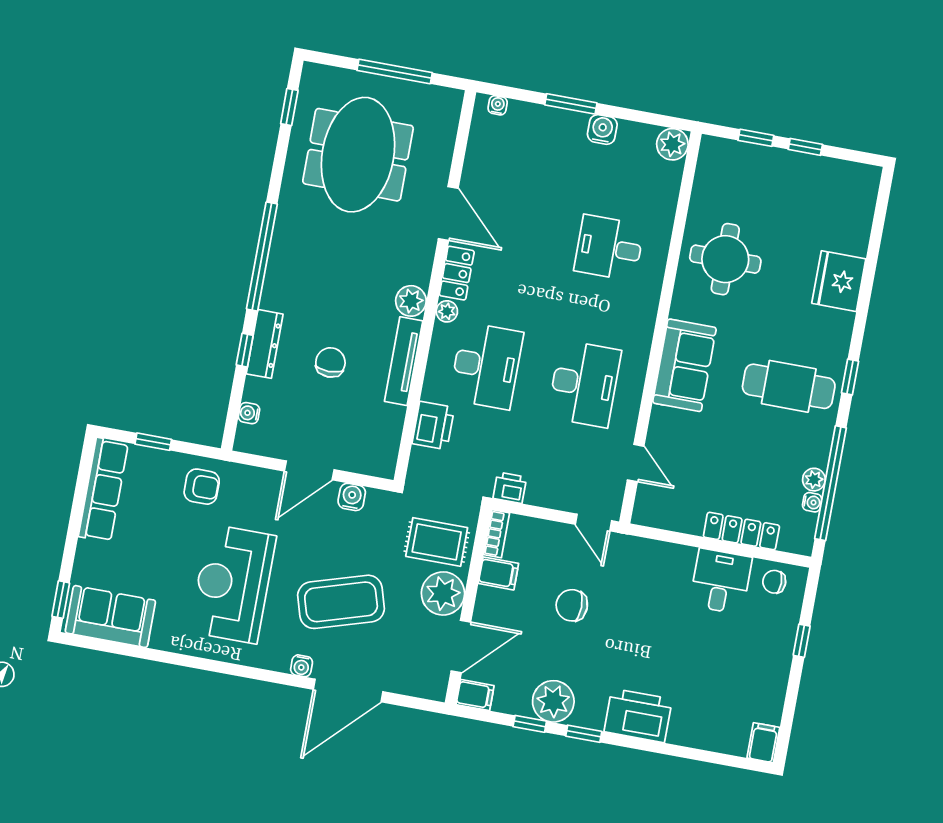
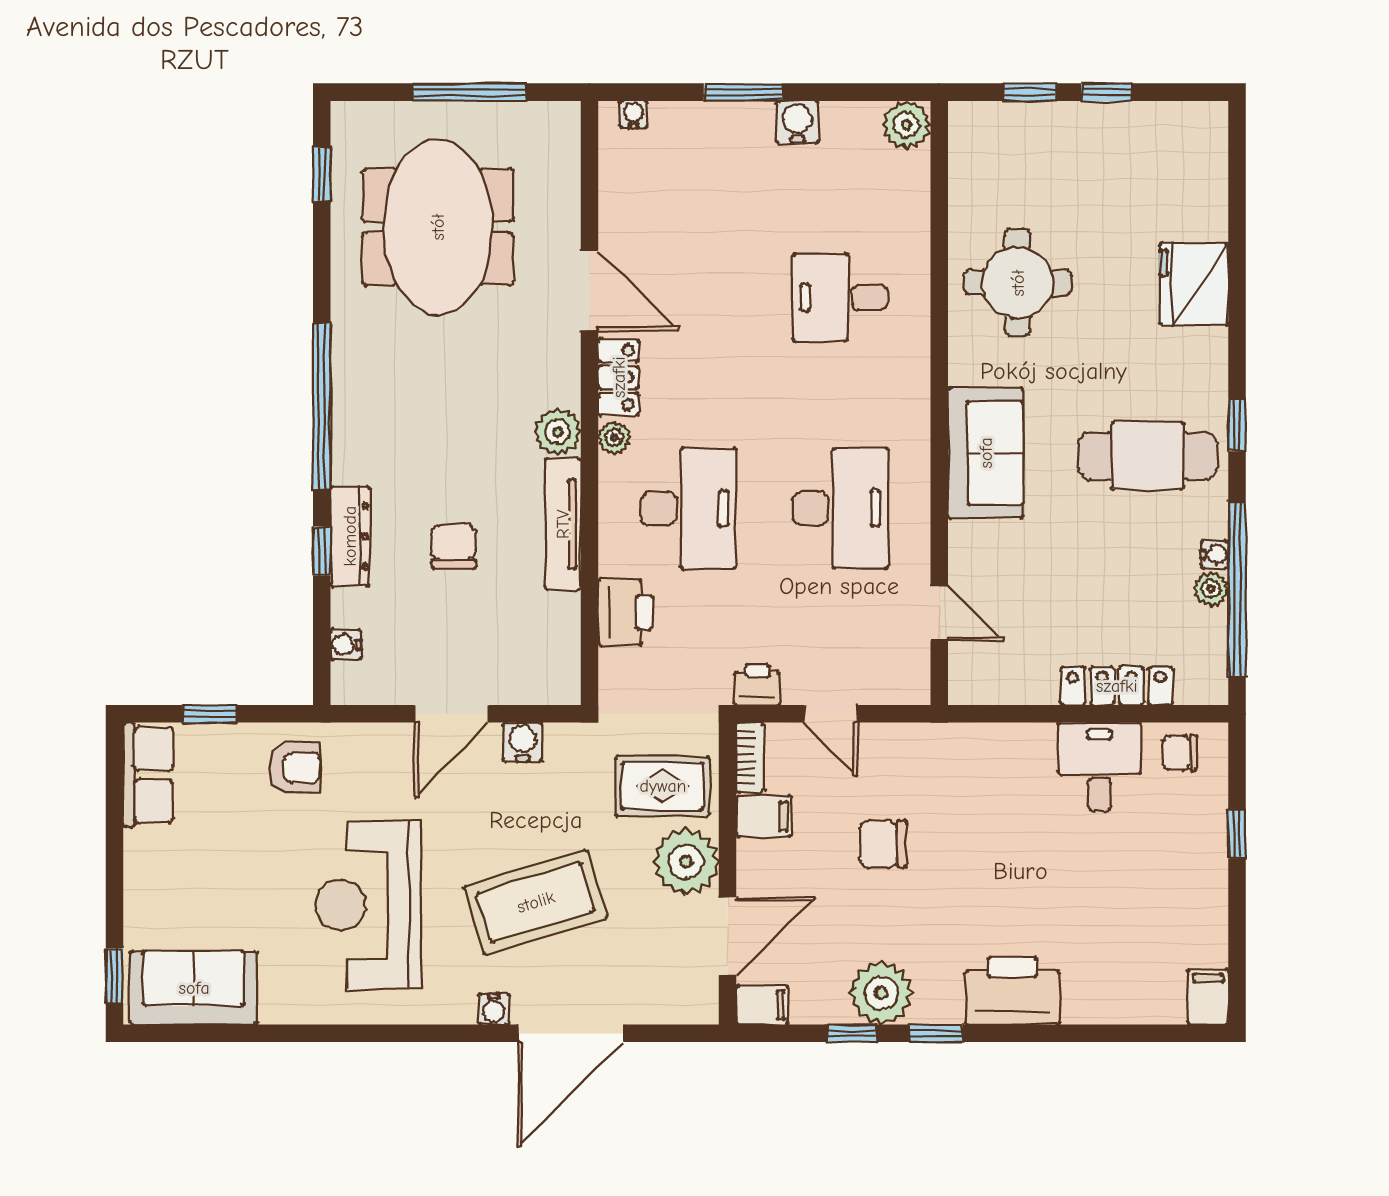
row of seats: (103, 490) -> (148, 775), width x0.68
water cooler: (812, 502) -> (1215, 554), moved
door: (593, 523) -> (831, 714), moved

